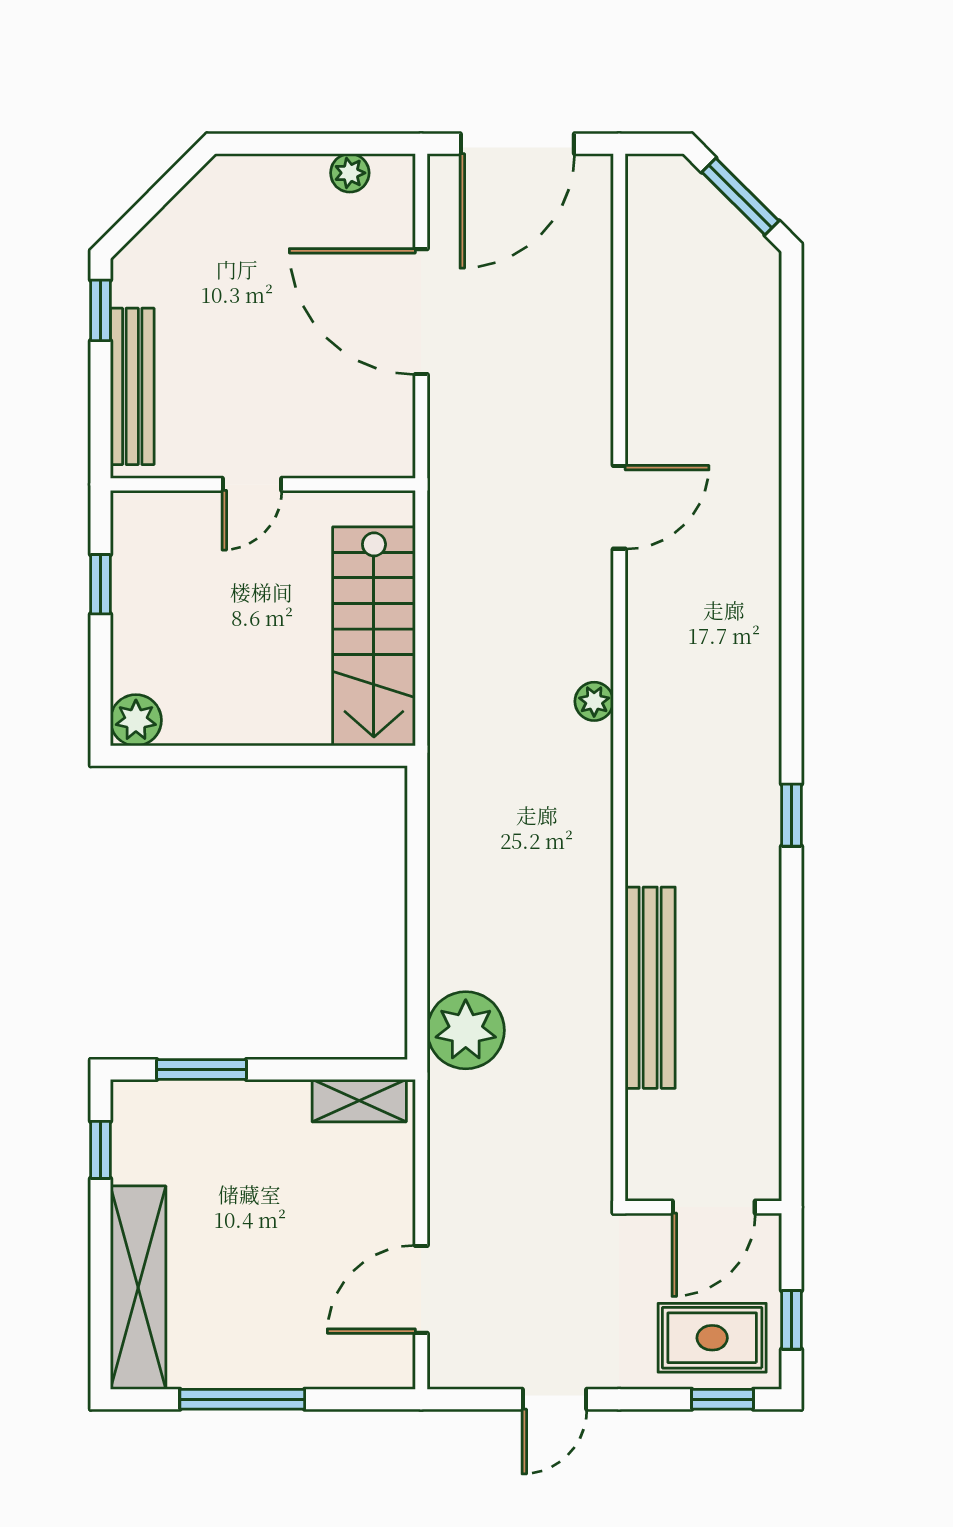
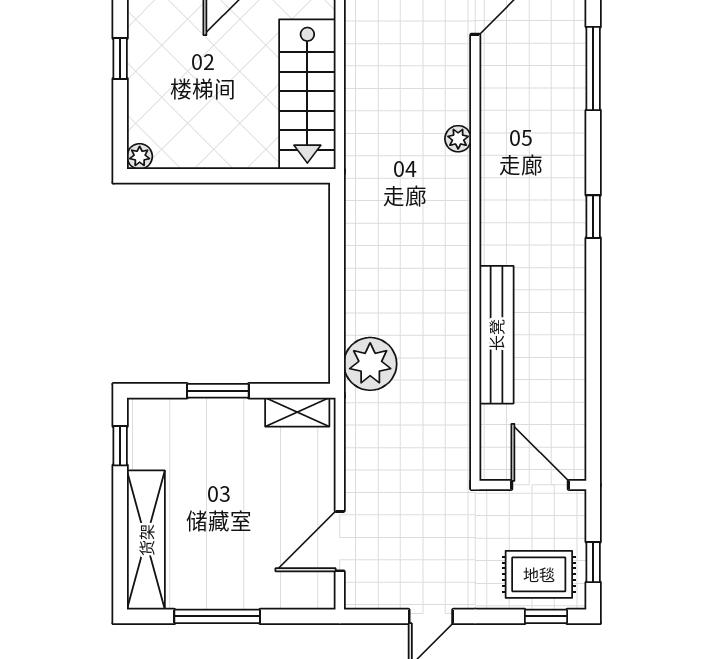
window: (791, 599) -> (593, 69), added
plant: (136, 720) -> (140, 156), width x0.73, depth x0.73
window: (201, 1070) -> (218, 391), moved
door: (714, 1207) -> (540, 485), swing flipped

